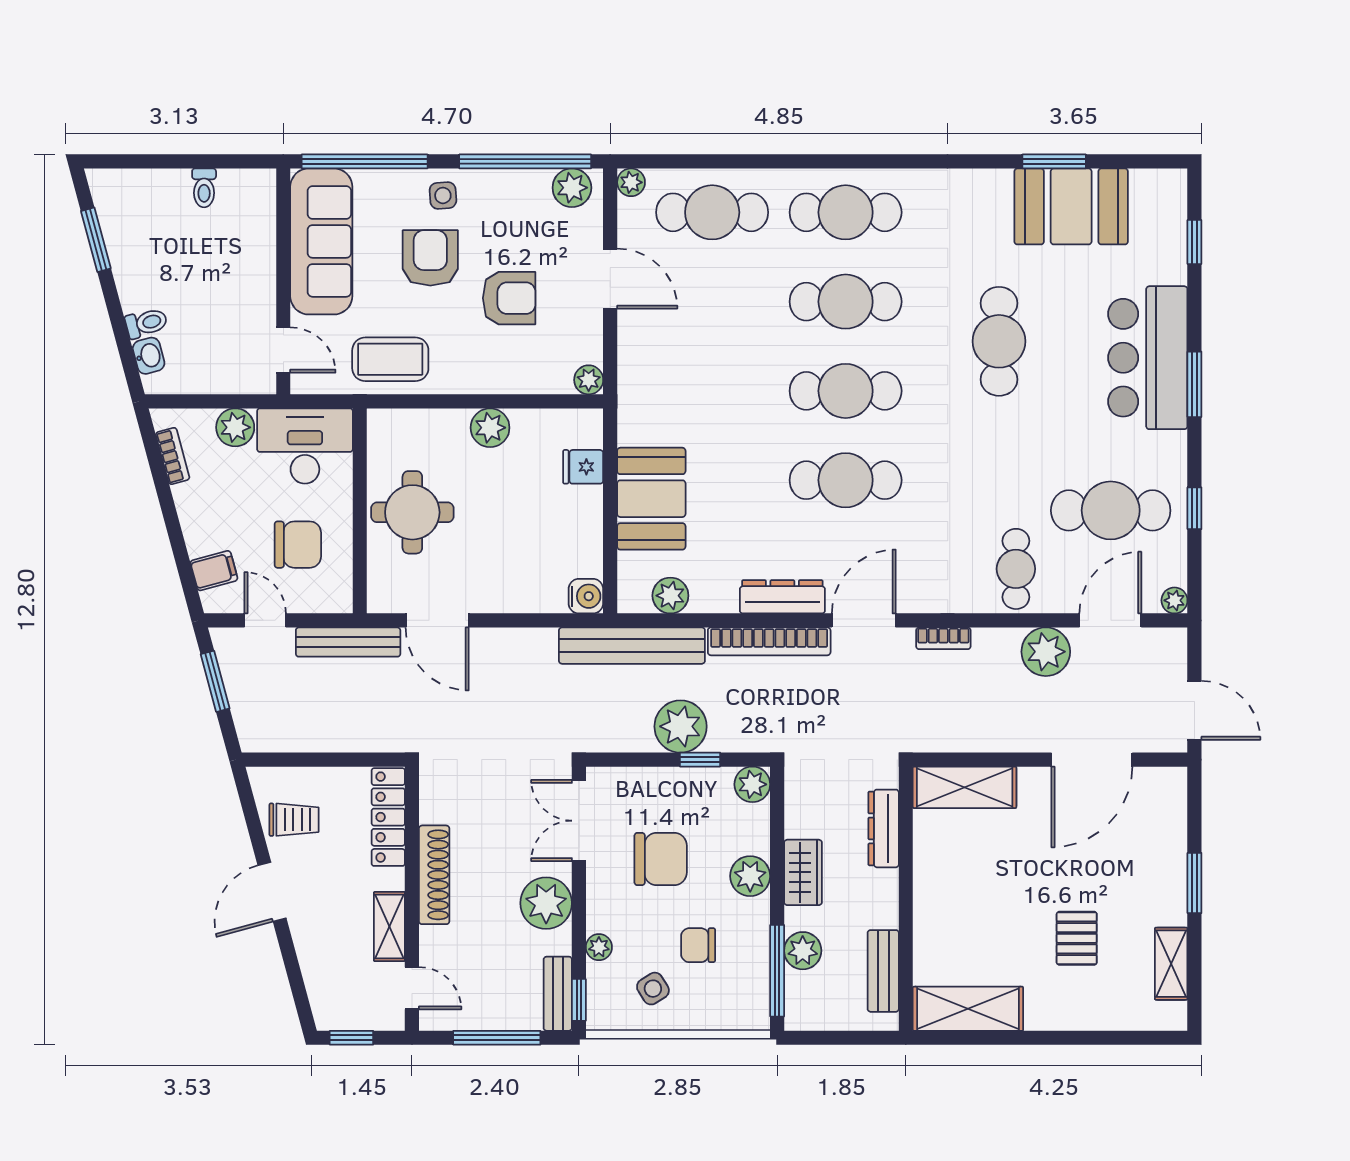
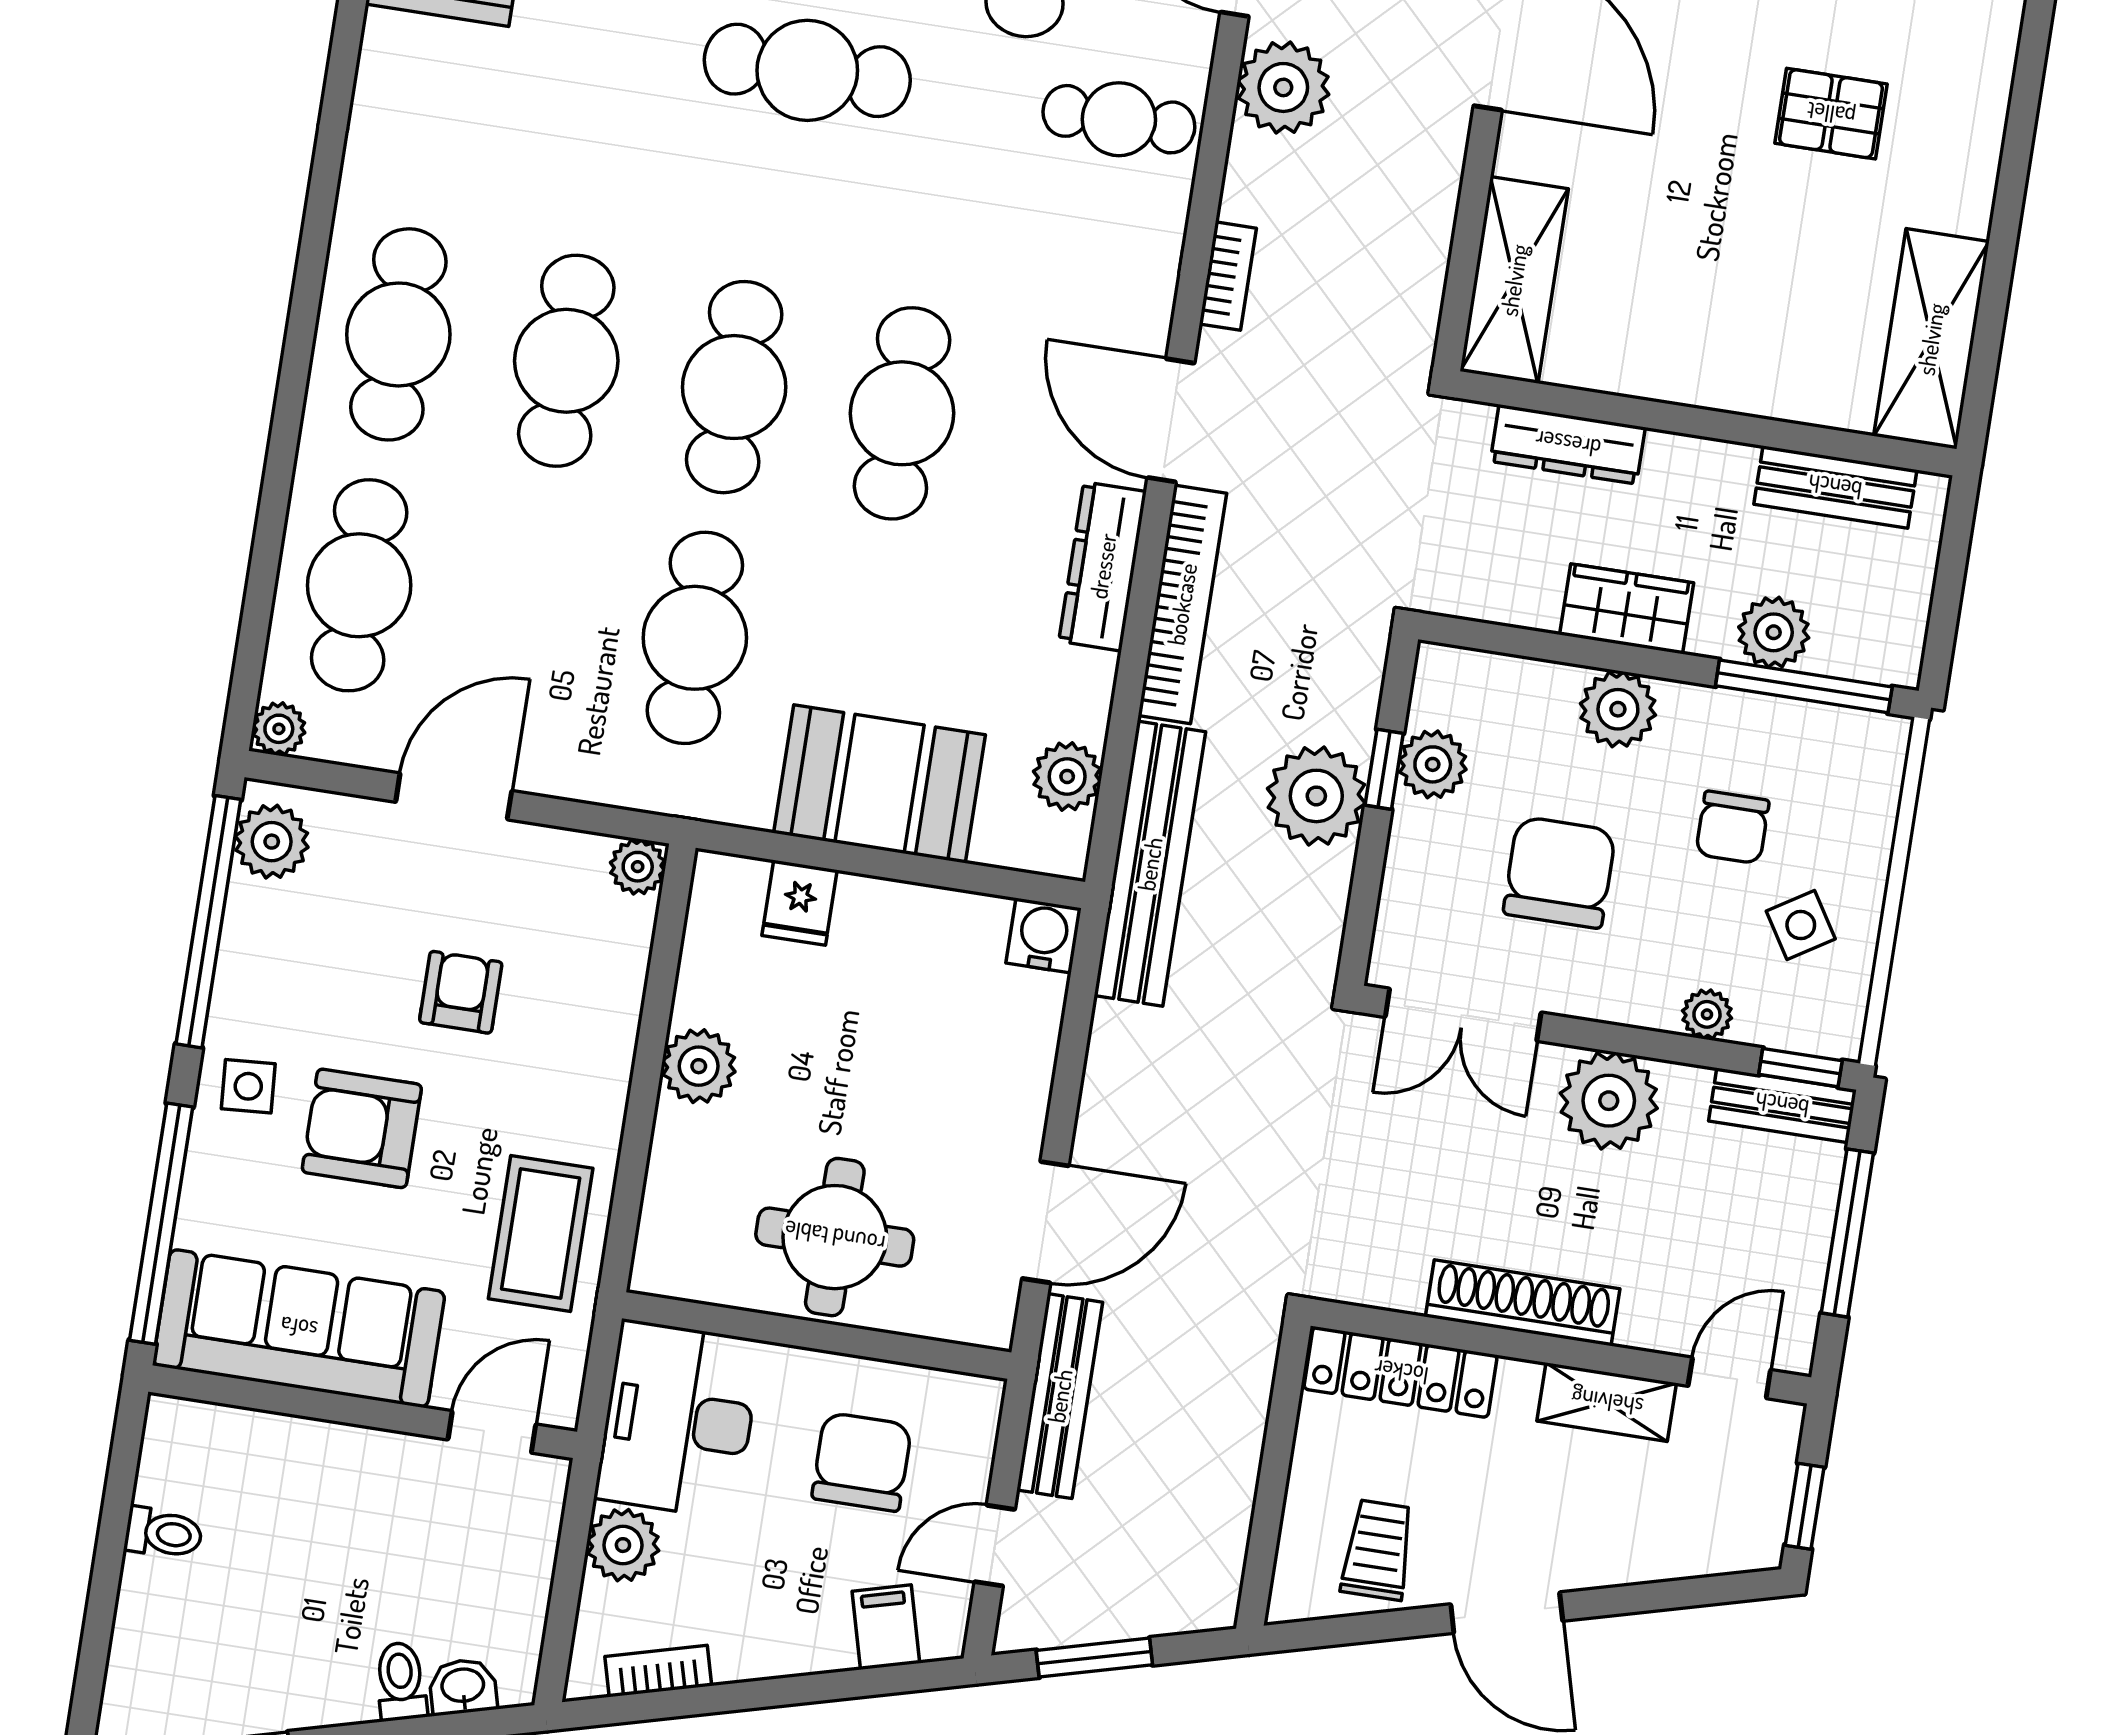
armchair: (509, 298) -> (461, 992), width x0.72, depth x0.72
cafe table: (999, 341) -> (807, 70), moved
cafe table: (712, 391) -> (695, 638), added
plant: (752, 784) -> (1433, 764), moved

